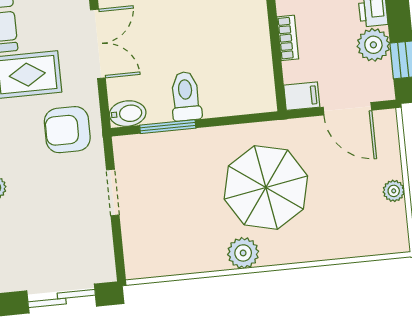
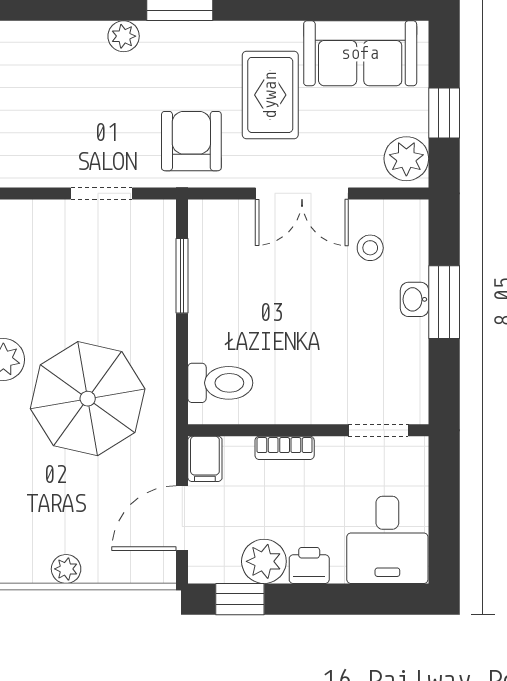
toilet: (186, 96) -> (220, 383), moved
bidet: (128, 114) -> (205, 224), removed

